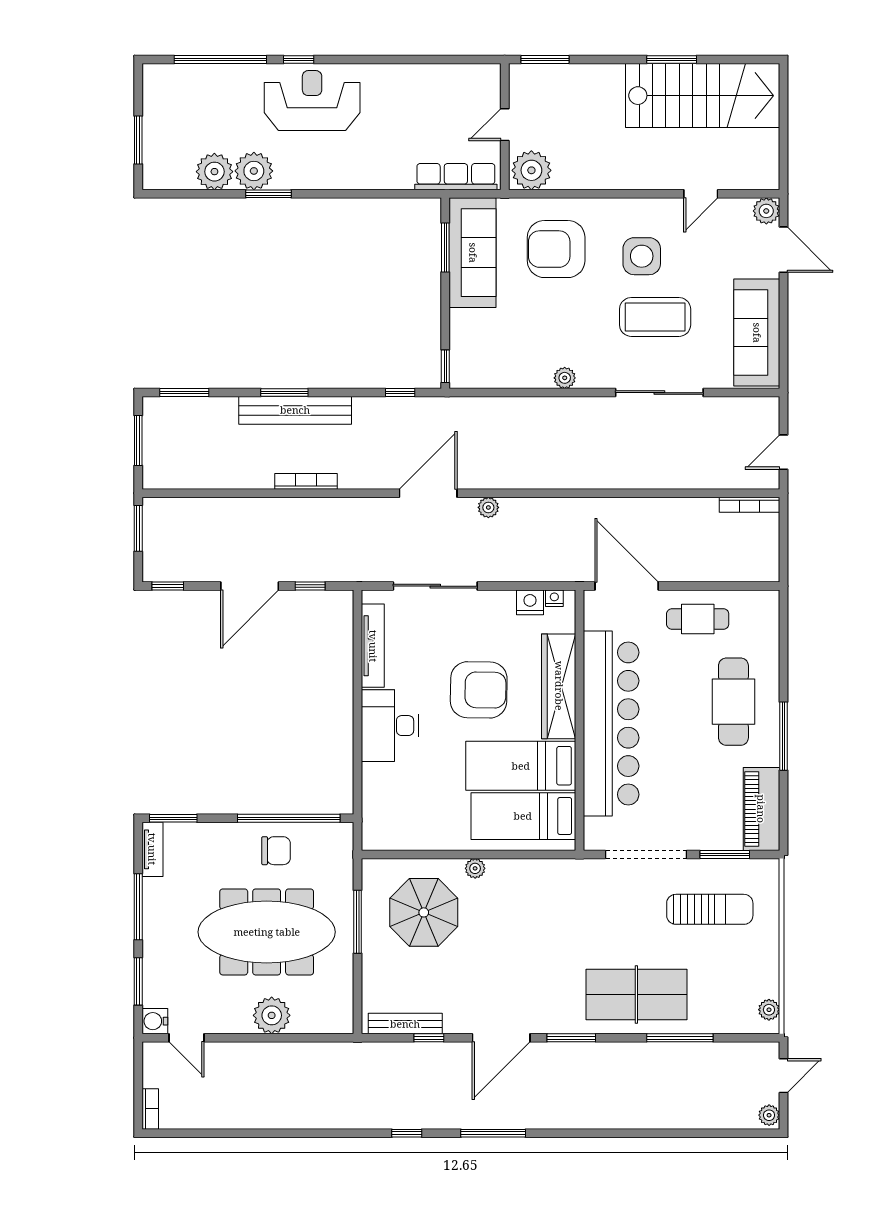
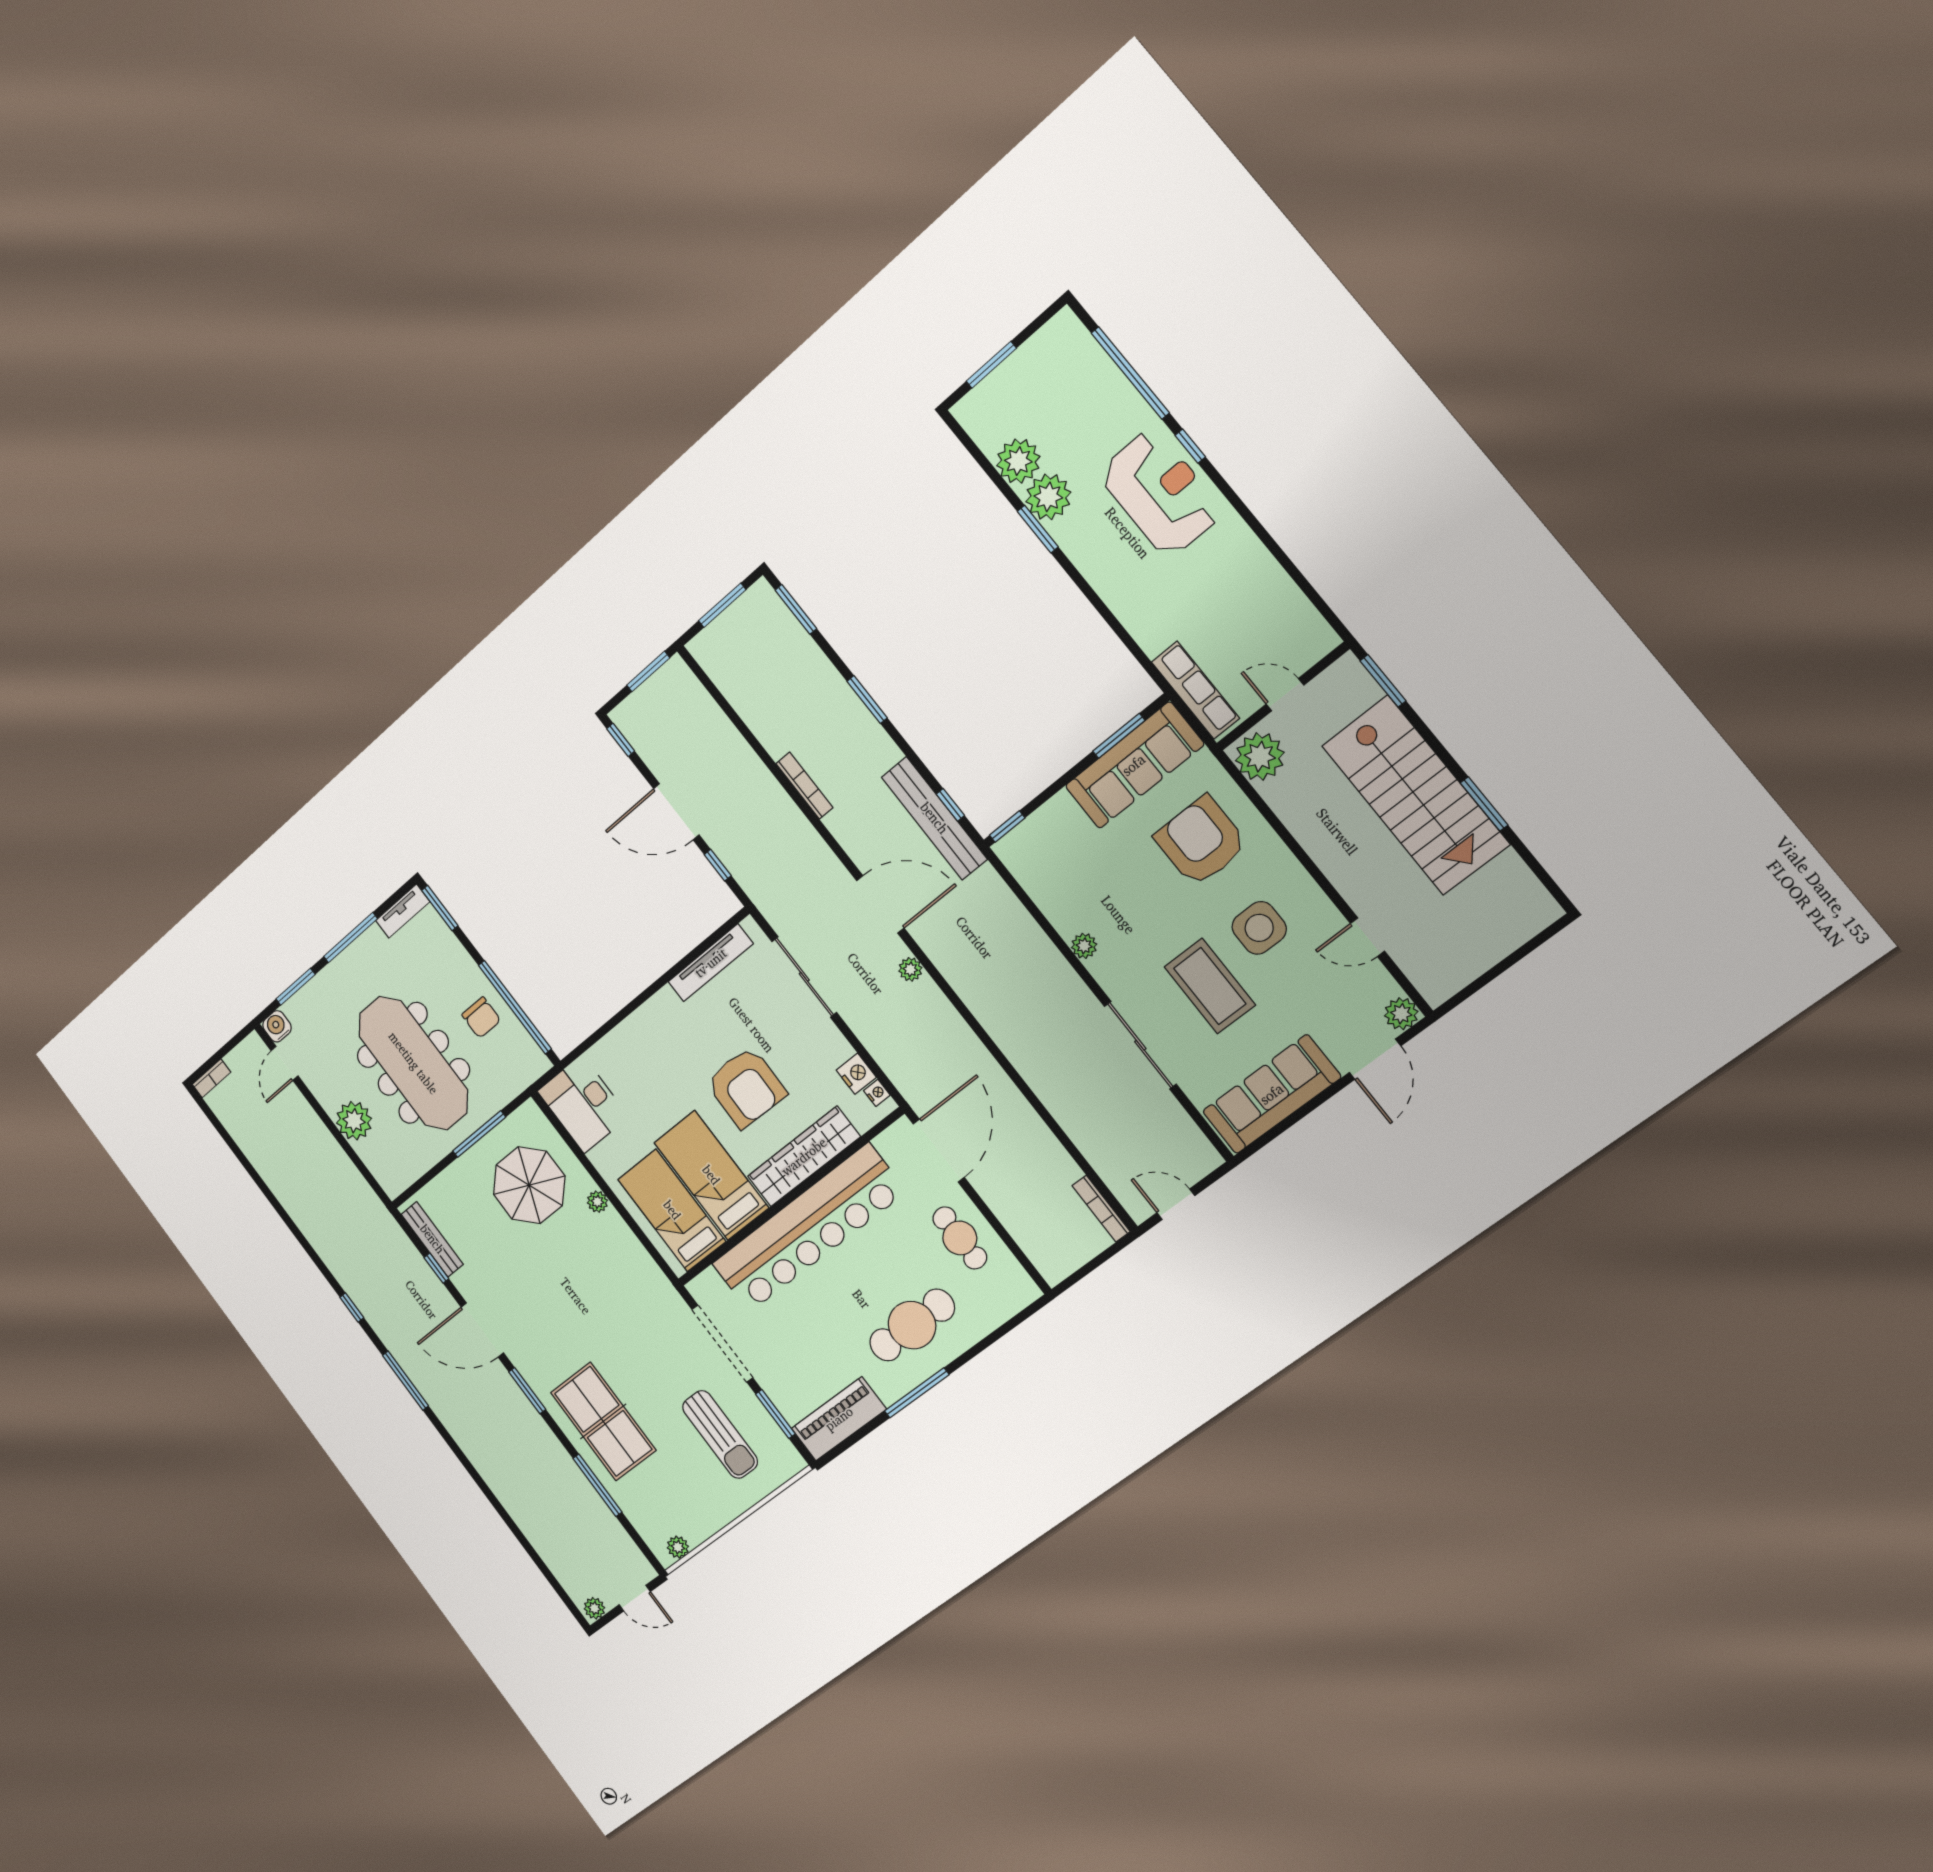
stairs: (703, 96) -> (1415, 795), moved
bench: (295, 410) -> (934, 818), moved
desk: (390, 726) -> (583, 1104), moved, turned -90

